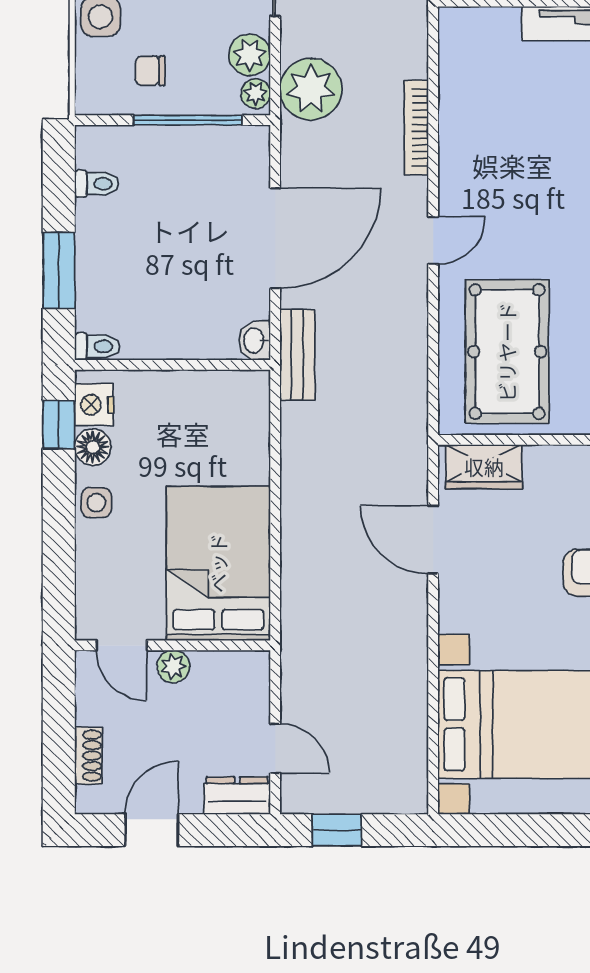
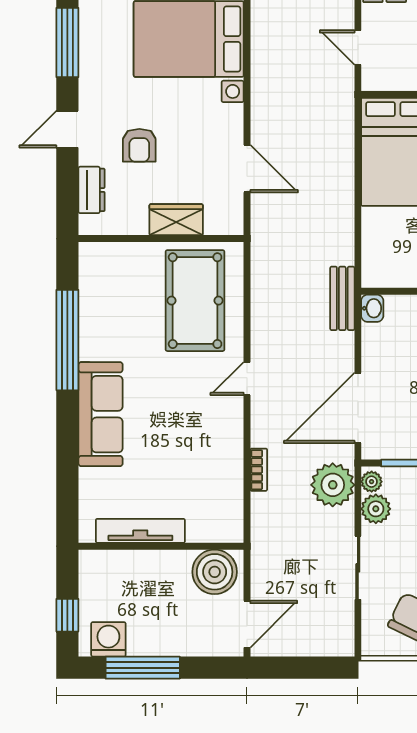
bookcase: (416, 128) -> (259, 470), width x0.64
door: (275, 238) -> (358, 408), moved
wardrobe: (484, 467) -> (176, 220), moved
door: (275, 748) -> (358, 48), moved

